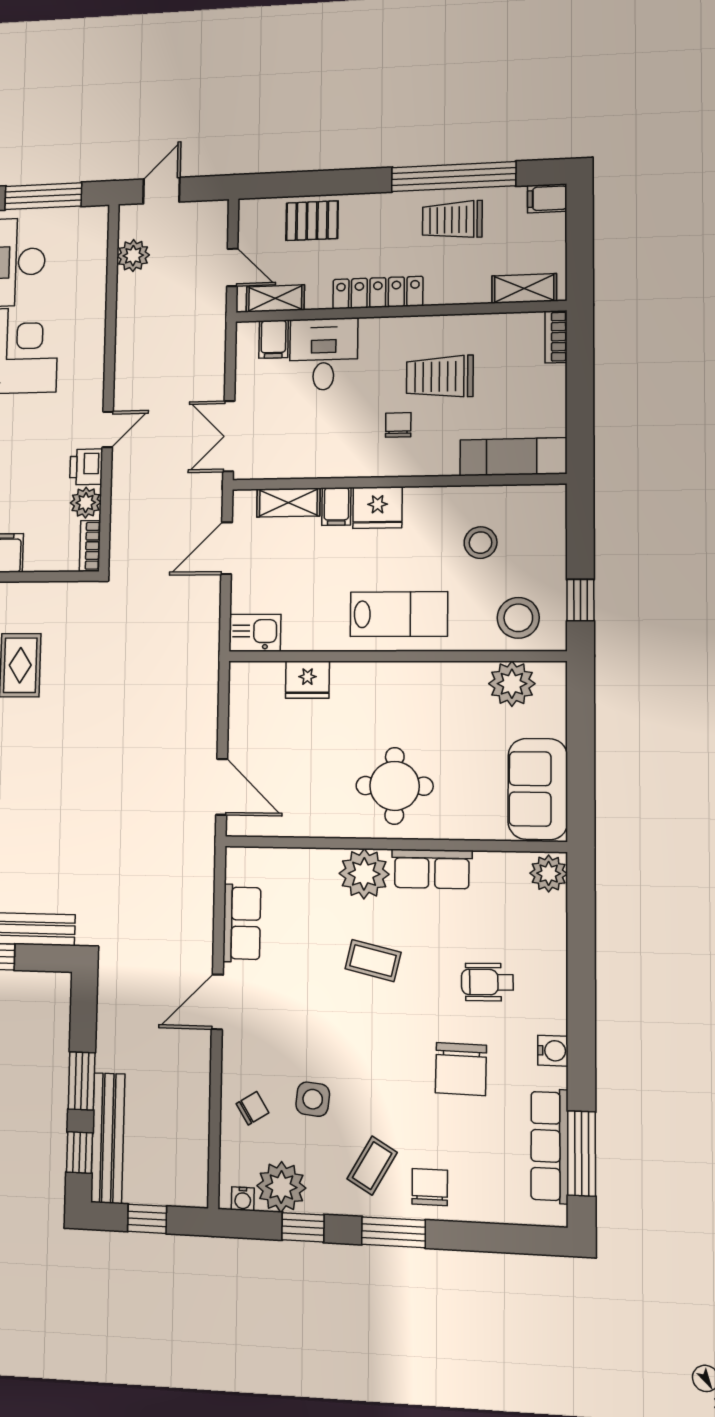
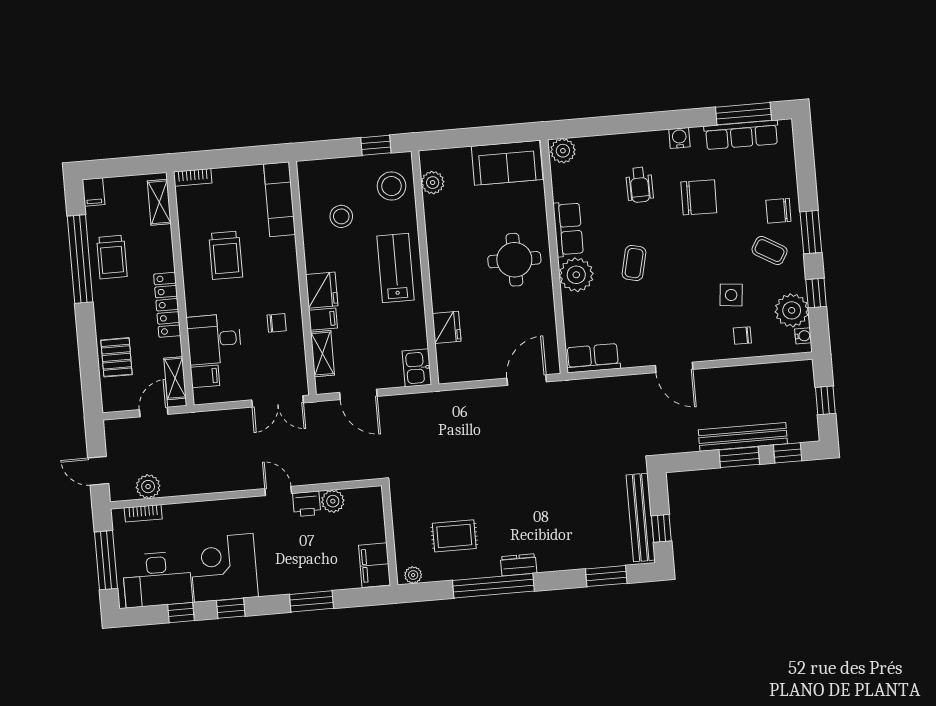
chair: (398, 425) -> (277, 323), moved, turned 180
bookcase: (90, 546) -> (143, 513), moved
plant: (512, 684) -> (433, 183), width x0.73, depth x0.73
row of seats: (242, 923) -> (593, 358), moved
chair: (252, 1108) -> (742, 335), turned -58
bench: (108, 1138) -> (743, 437), moved

